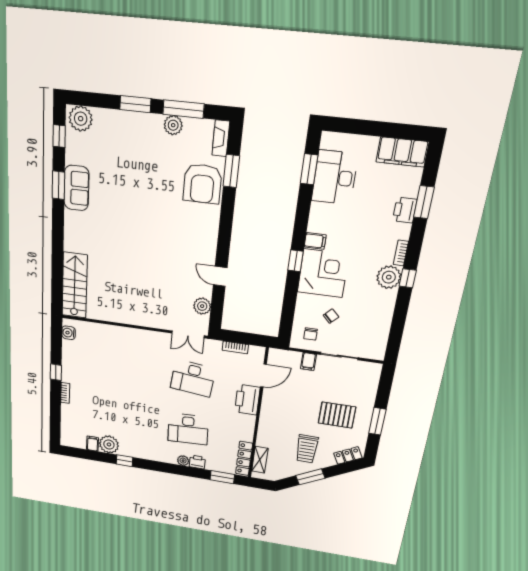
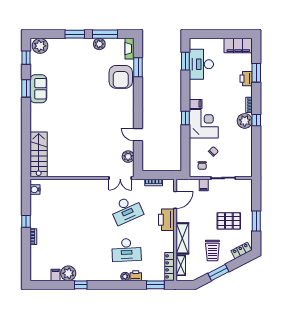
desk: (193, 378) -> (126, 210), turned -30
shelving: (267, 427) -> (182, 238), added

